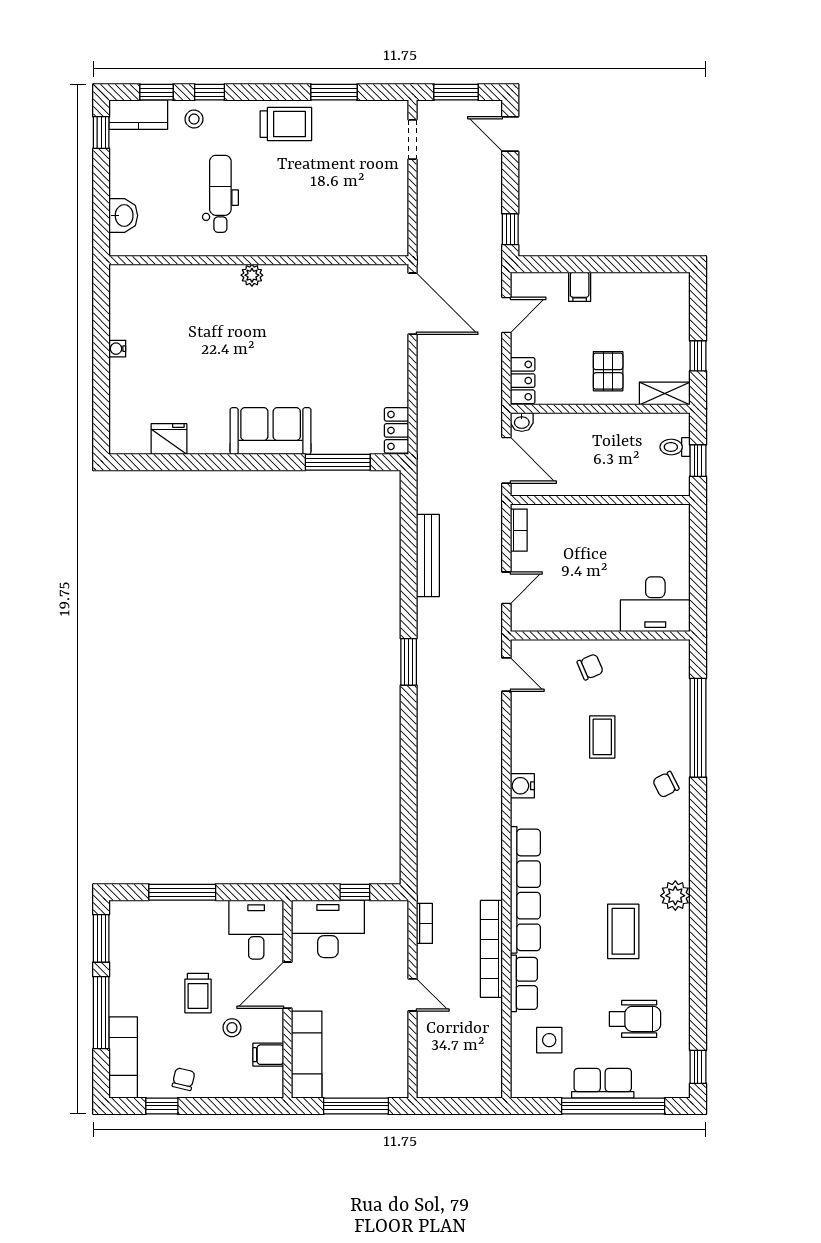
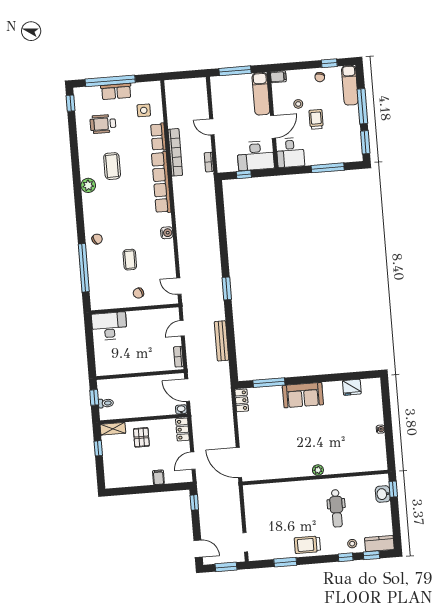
window: (101, 132) -> (393, 489), moved
filing cabinet: (268, 1055) -> (278, 77), moved

